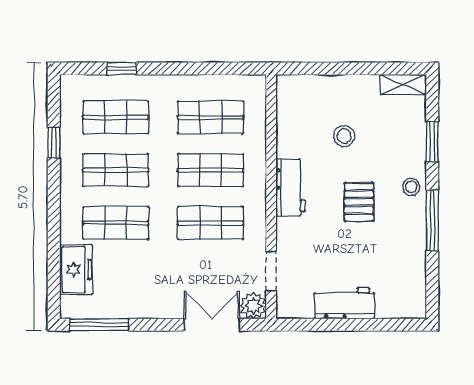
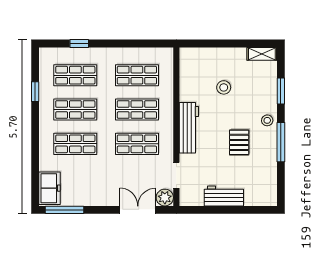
workbench: (291, 187) -> (189, 128), width x1.38
pallet: (359, 202) -> (239, 142), moved
freezer: (76, 270) -> (50, 188), moved

